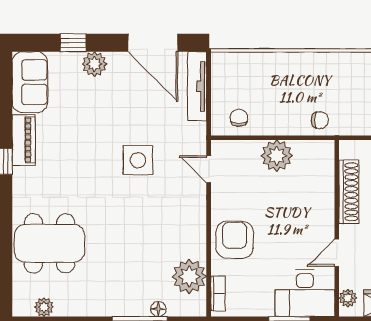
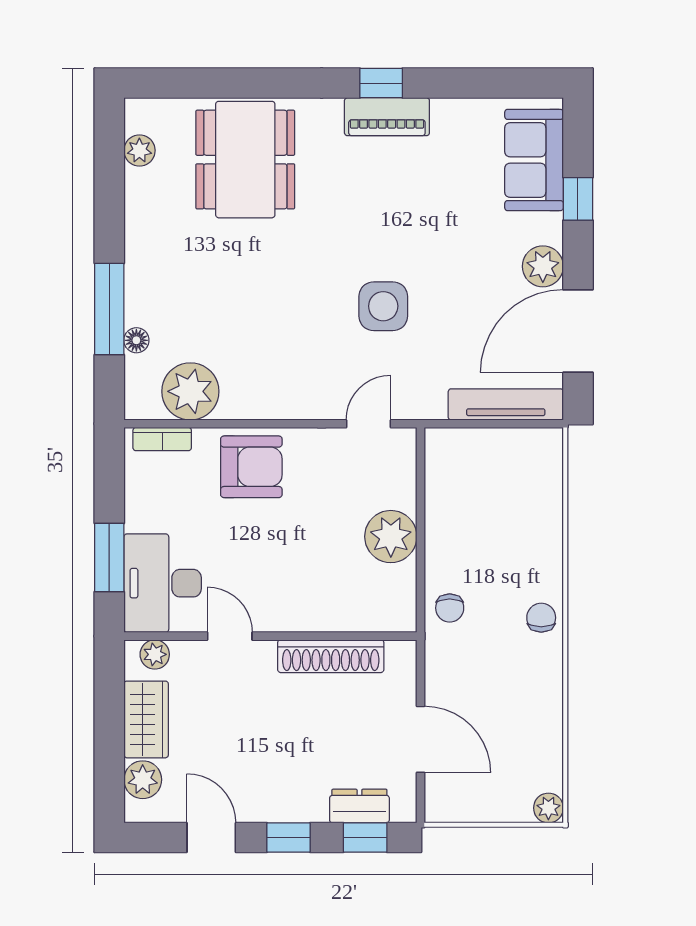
plant: (94, 64) -> (543, 266), moved
sofa: (30, 82) -> (534, 160), moved, turned 90
chair: (239, 118) -> (541, 618), moved, turned -90
piano: (24, 140) -> (387, 117), moved

